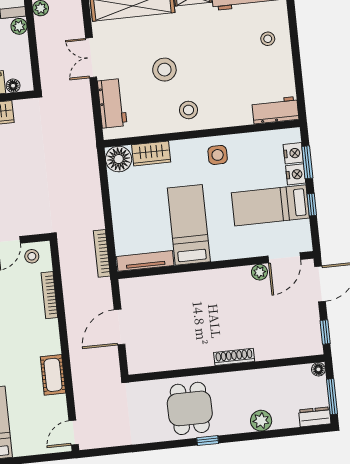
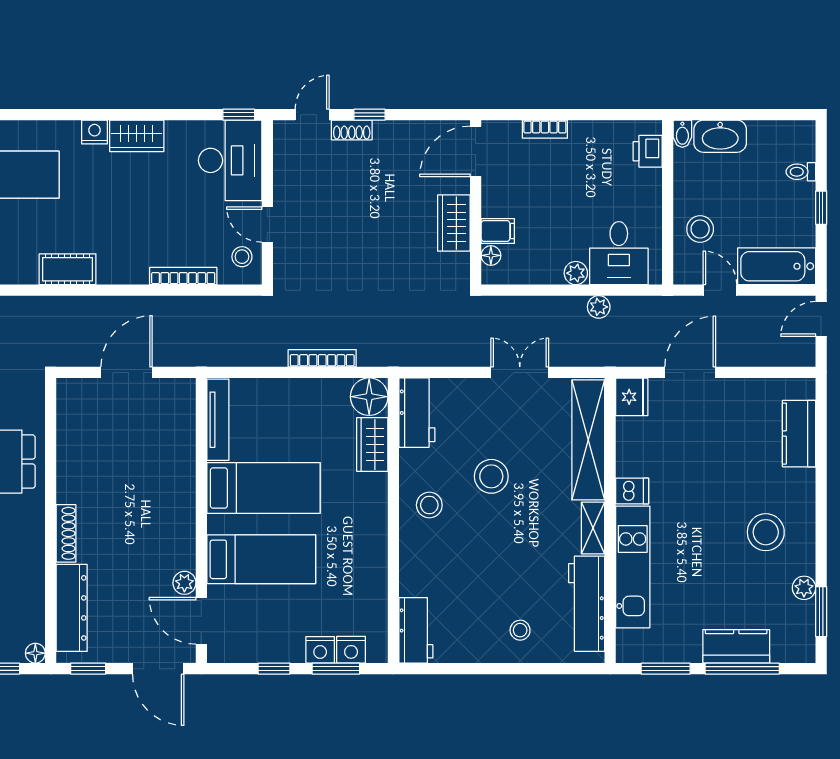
workbench: (112, 103) -> (417, 413), moved, turned -90
side table: (218, 155) -> (360, 540), removed
bed: (270, 205) -> (261, 559), moved, turned 90
bookcase: (102, 253) -> (322, 358), moved
door: (119, 327) -> (127, 372), hinge flipped
dresser: (285, 348) -> (72, 608), added

